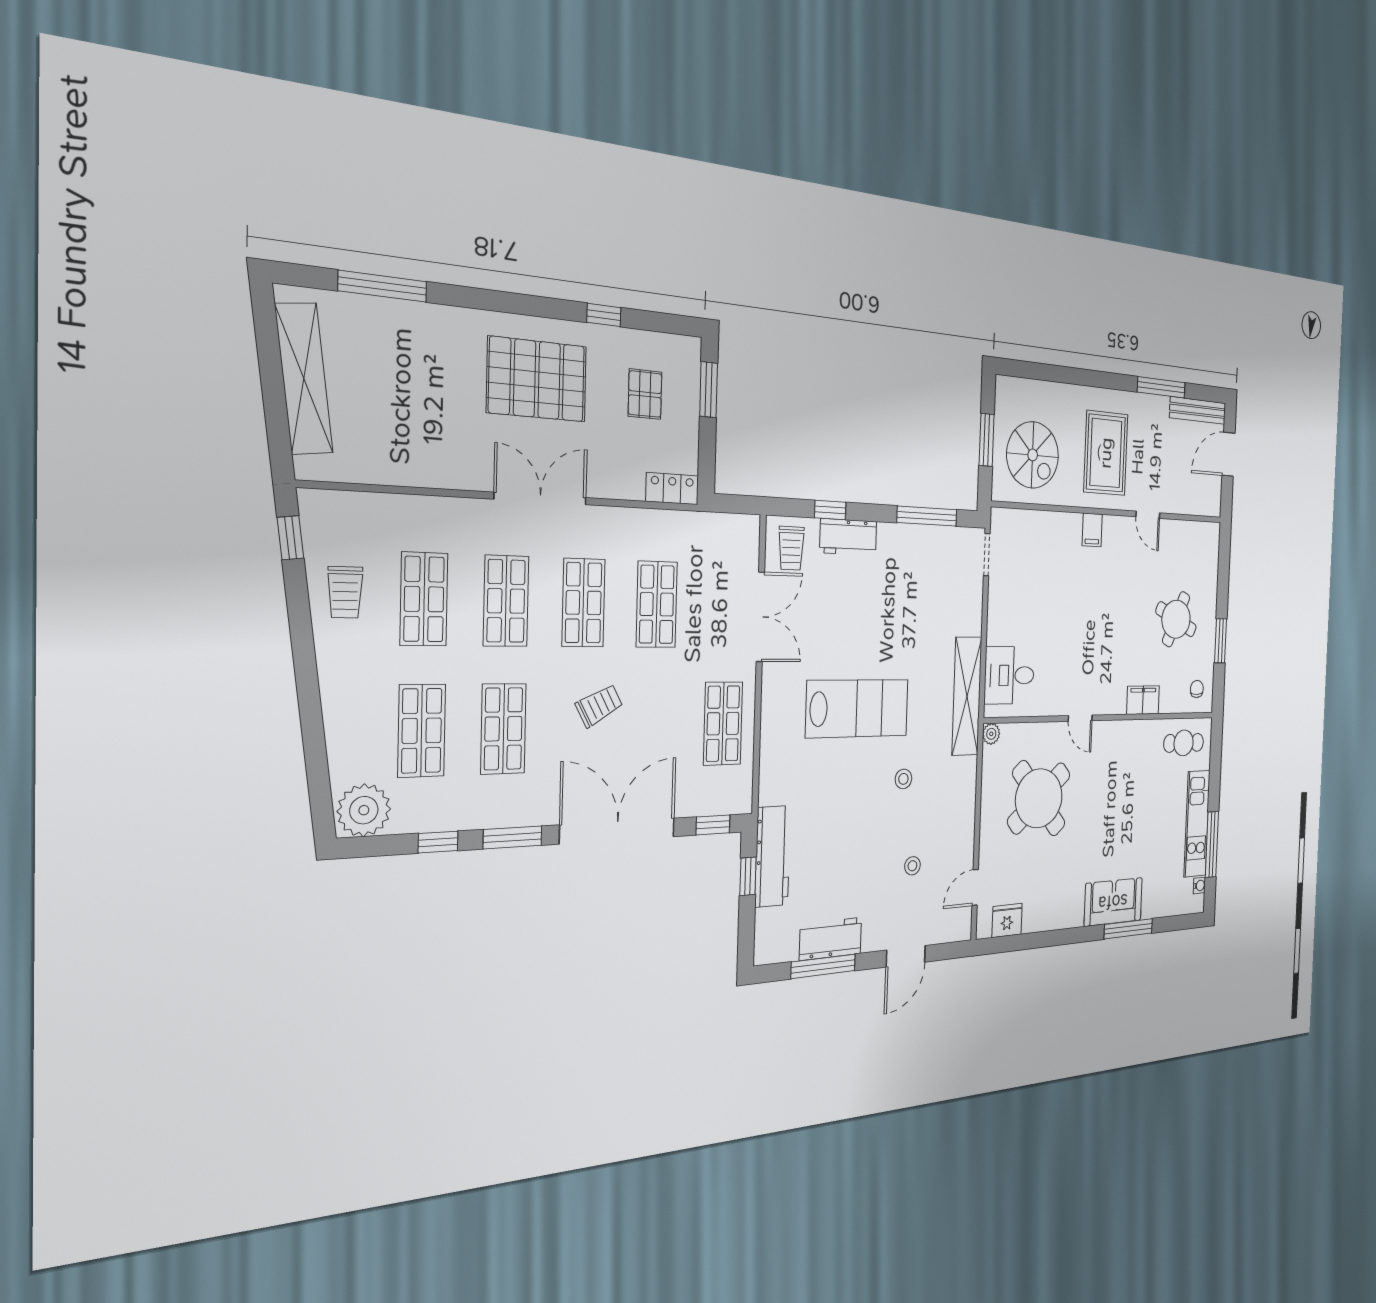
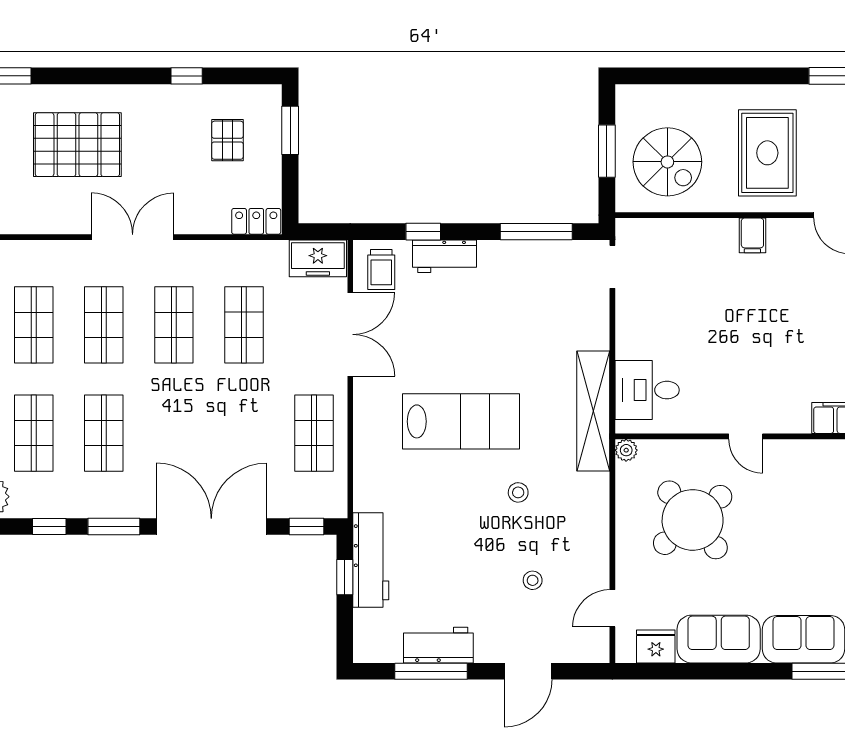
pallet: (537, 379) -> (77, 145), moved
freezer: (732, 533) -> (318, 258), added
trolley: (599, 706) -> (191, 415), removed
sofa: (1054, 908) -> (719, 639), added

